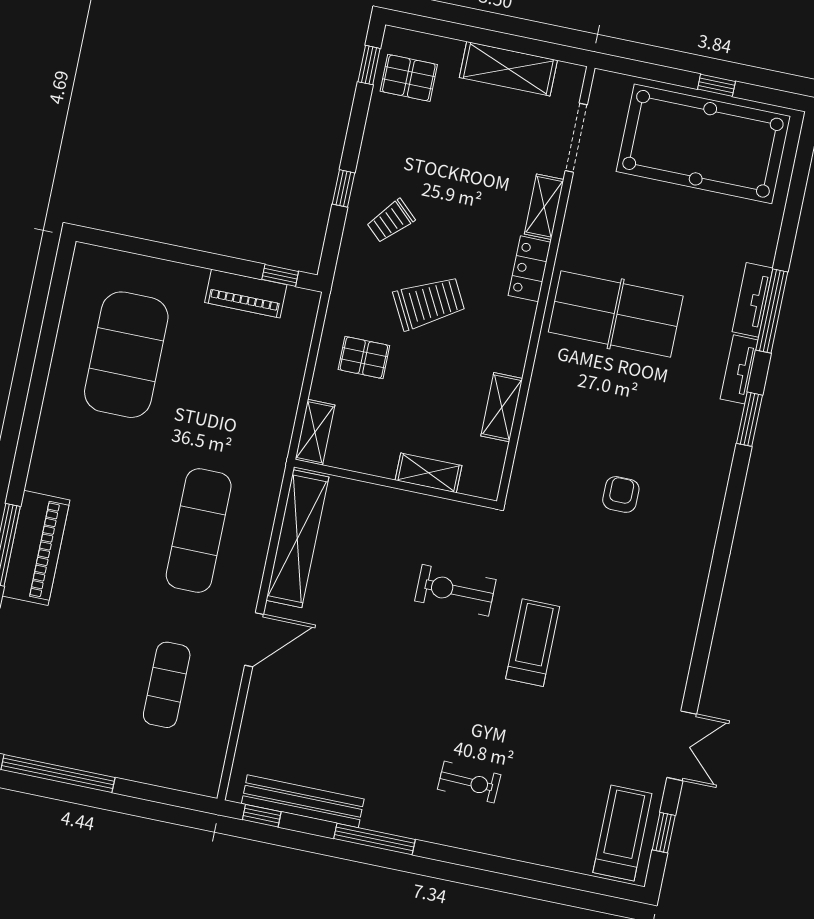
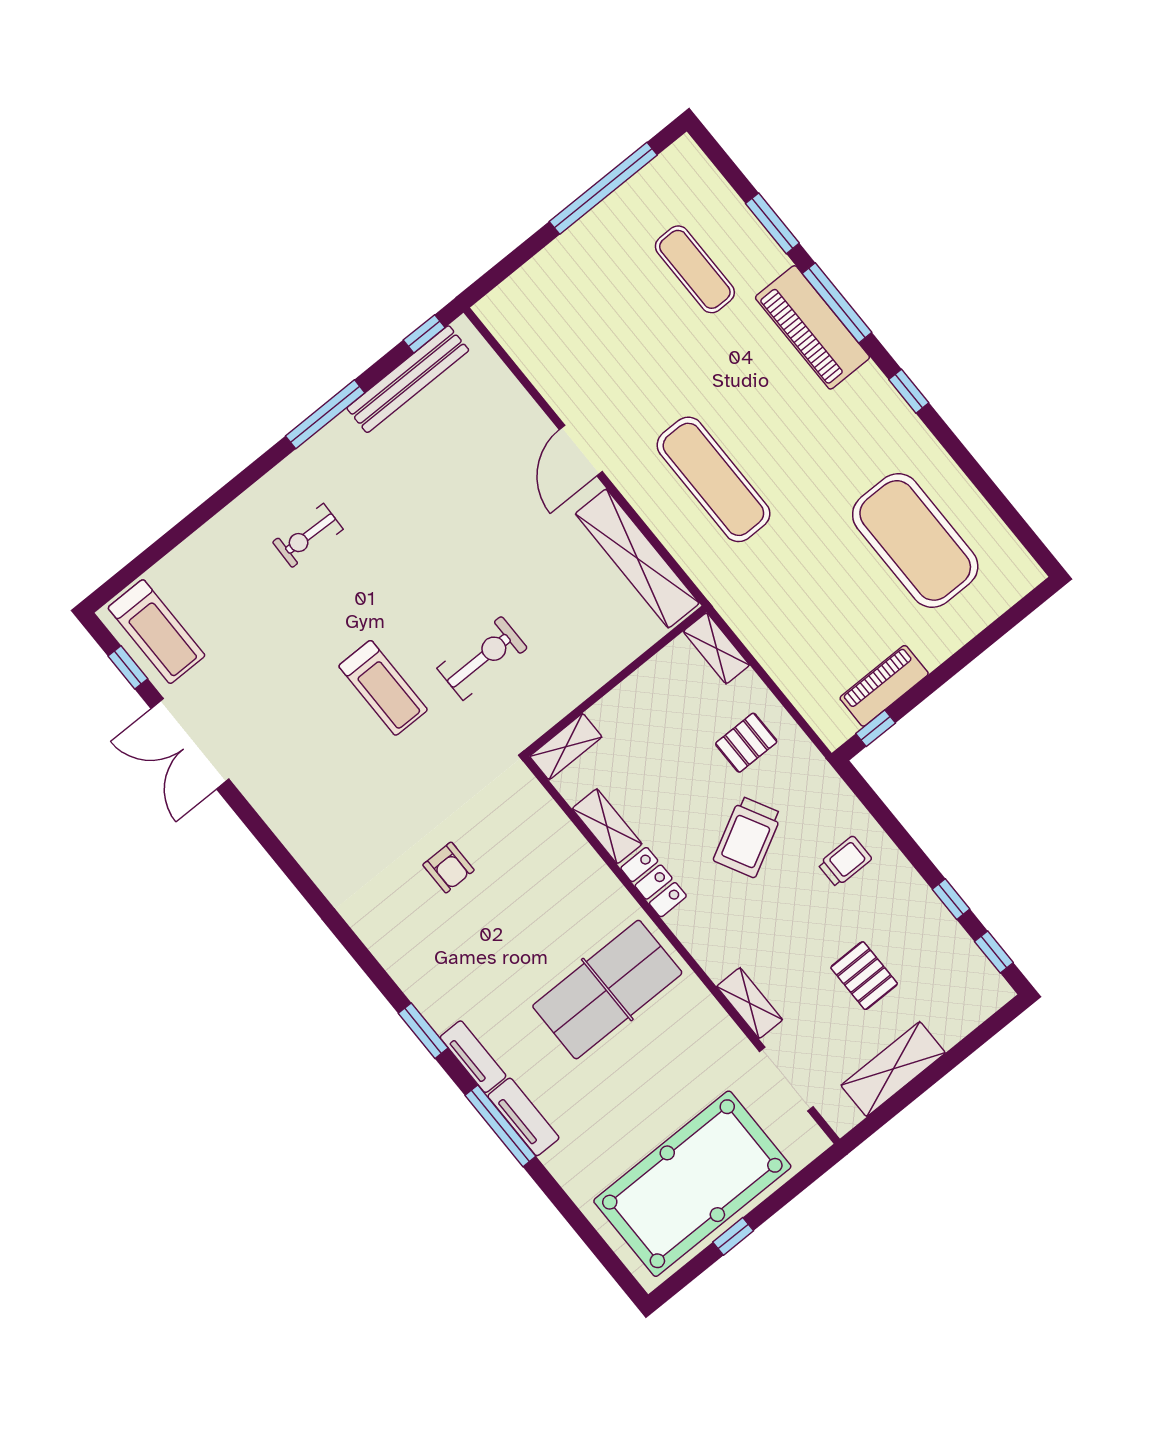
pallet: (409, 78) -> (864, 976), moved, turned 90
window: (343, 188) -> (951, 899), moved
trolley: (391, 221) -> (845, 861), turned 47
locker: (530, 269) -> (654, 882), moved
window: (26, 444) -> (909, 391), added
shelving: (429, 473) -> (566, 747), moved
exercise mat: (167, 685) -> (695, 269), moved
double door: (682, 746) -> (190, 744), width x1.37

